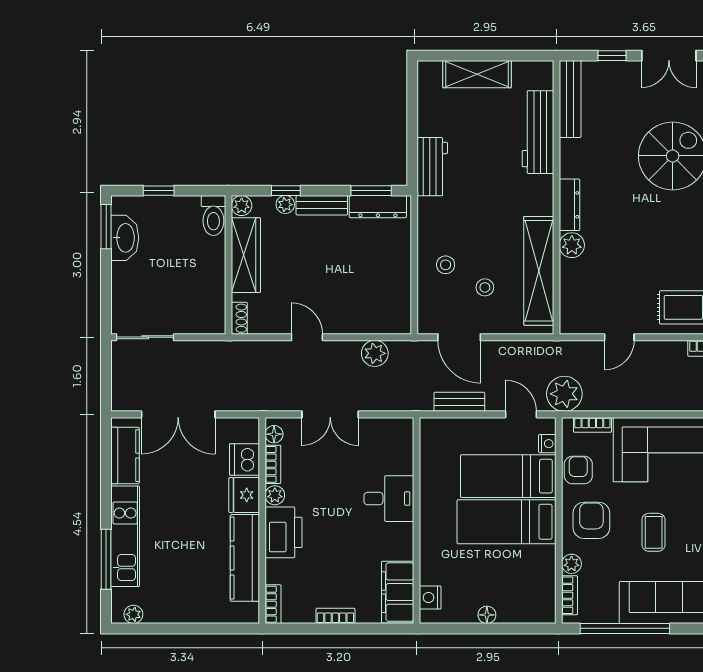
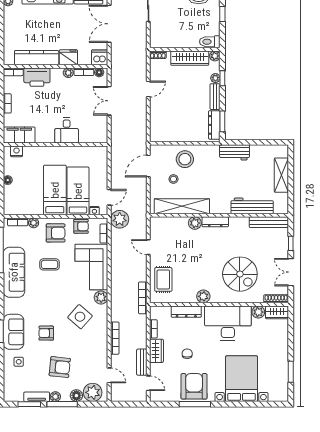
stool: (446, 265) -> (185, 159), width x1.89, depth x1.89
plant: (375, 353) -> (140, 123), removed
bench: (459, 402) -> (116, 166), removed
dishwasher: (245, 459) -> (100, 57), moved
printer: (284, 532) -> (37, 77), moved

